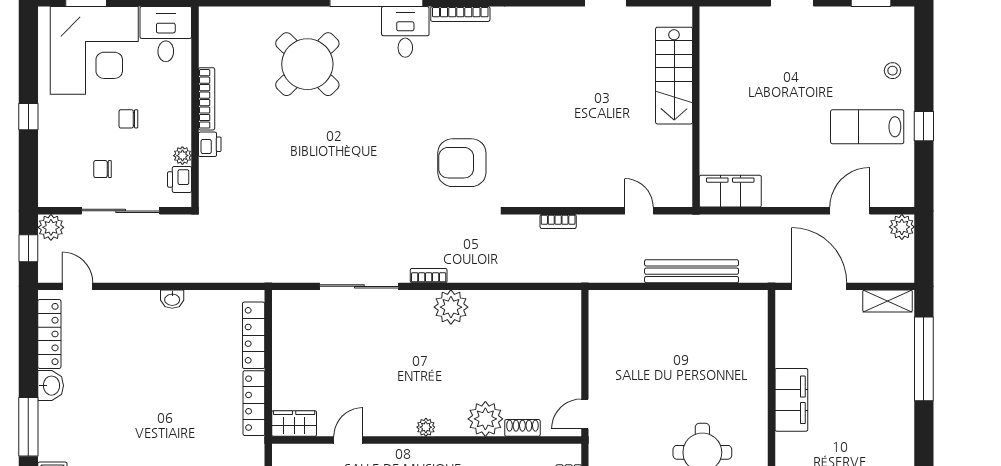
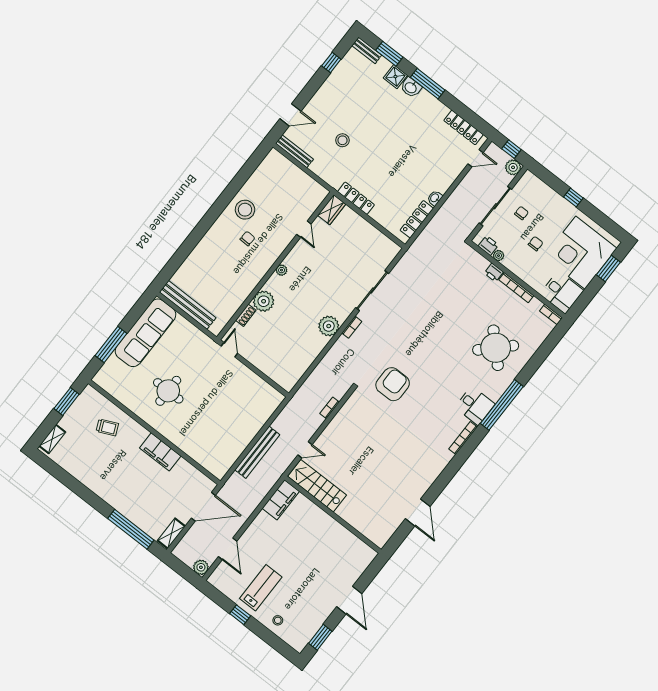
bookcase: (206, 25) -> (551, 314), added
stairs: (674, 76) -> (317, 486), moved
locker: (254, 335) -> (417, 219), moved, turned -90
washbasin: (51, 386) -> (411, 87), moved

